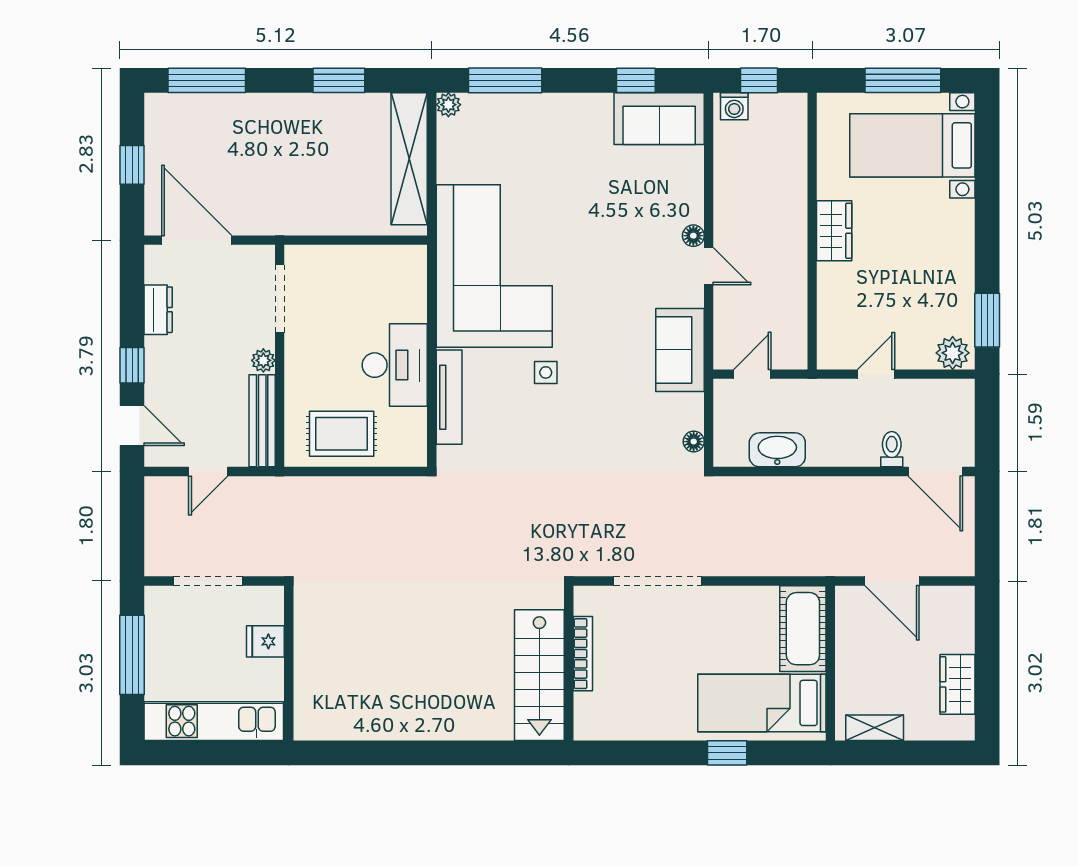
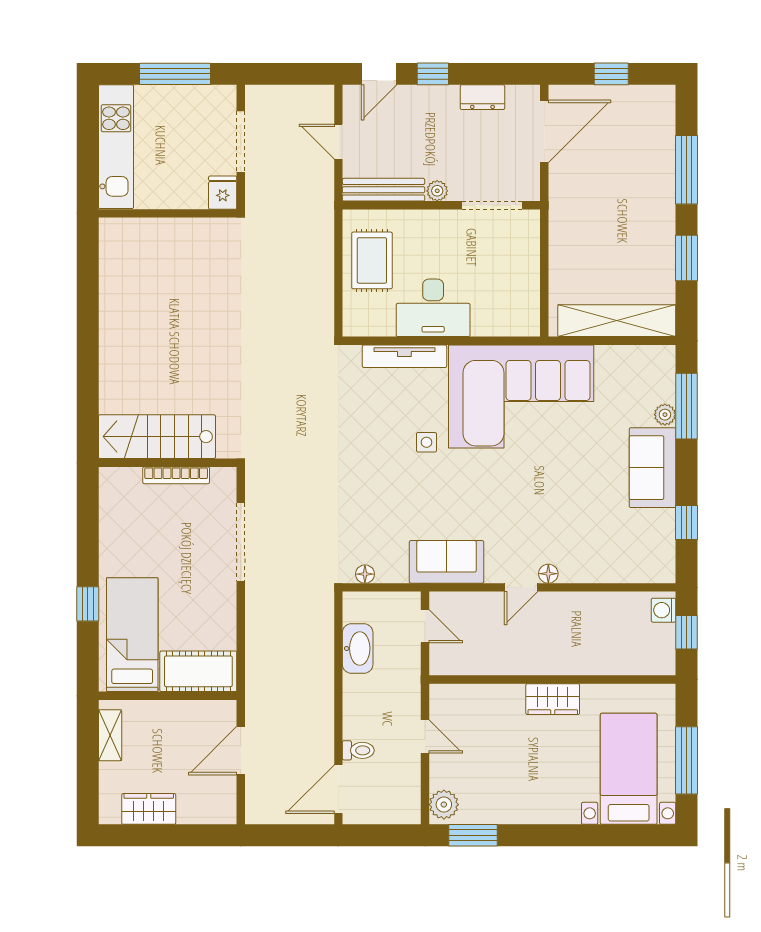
window: (207, 80) -> (687, 170), moved
plant: (448, 105) -> (665, 415), moved
sofa: (659, 119) -> (653, 468), moved
fridge: (265, 641) -> (223, 193), moved

